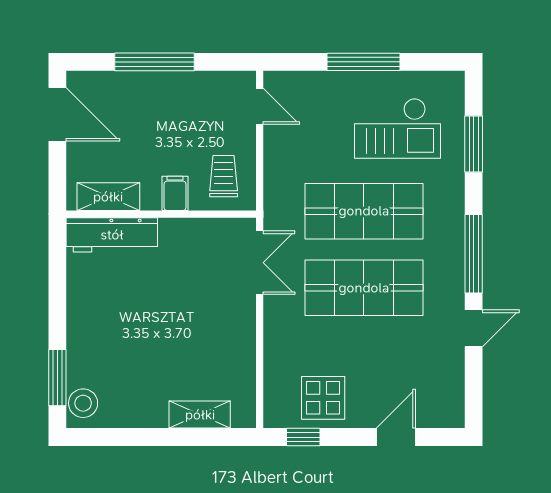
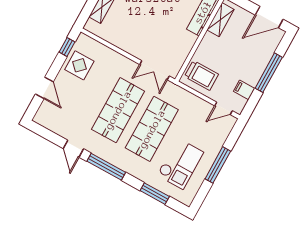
checkout: (397, 128) -> (180, 164), turned 180
trolley: (224, 176) -> (201, 75), width x1.36, depth x1.39
filing cabinet: (175, 193) -> (244, 90), moved, turned 180

